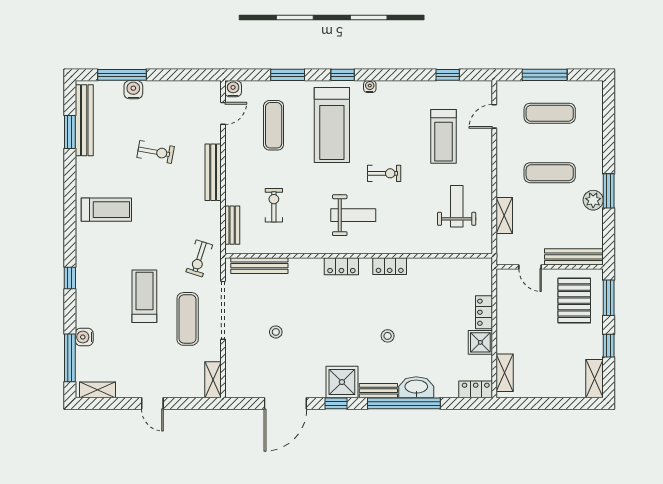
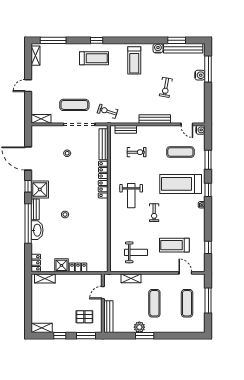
locker: (390, 266) -> (103, 170), moved
treadmill: (144, 296) -> (94, 58), moved
pallet: (574, 301) -> (84, 317), width x0.67, depth x0.71
water cooler: (84, 337) -> (158, 48), moved

